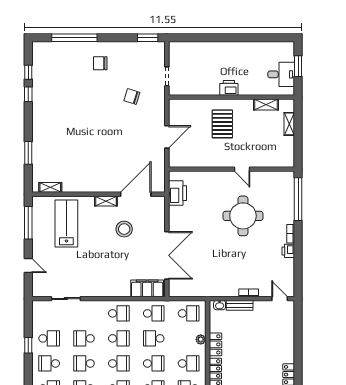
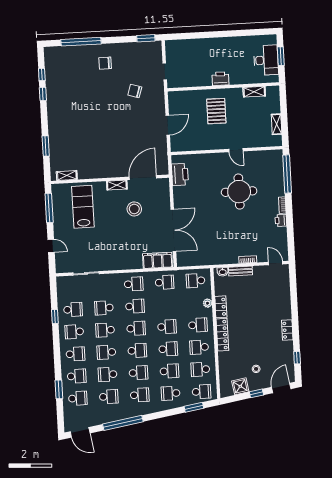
desk: (281, 74) -> (266, 60), width x1.37
shelving: (289, 124) -> (277, 124), moved
school desk: (189, 313) -> (195, 281), turned 180
school desk: (154, 338) -> (166, 305), removed

